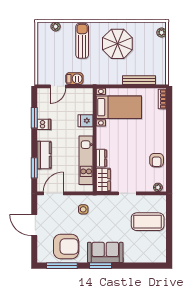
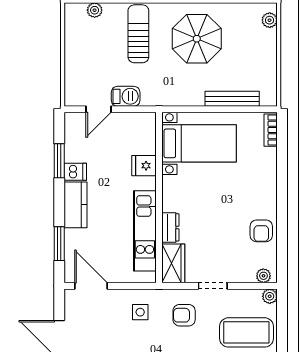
kitchen counter: (44, 155) -> (76, 205), moved
door: (53, 193) -> (91, 286), hinge flipped
plant: (162, 200) -> (270, 296), added
armchair: (110, 211) -> (184, 315), added

